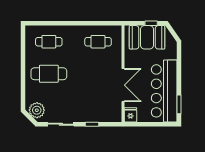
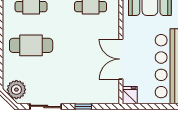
double door: (123, 85) -> (121, 59), swing flipped

